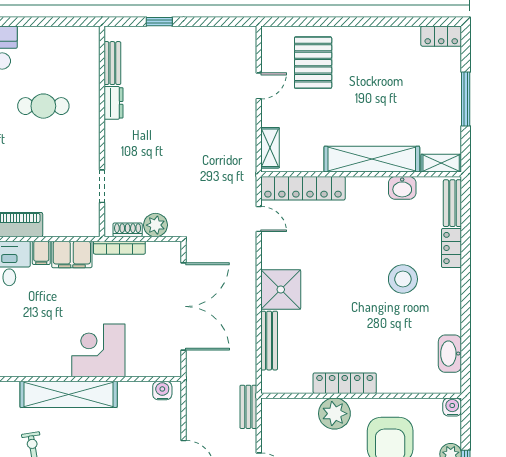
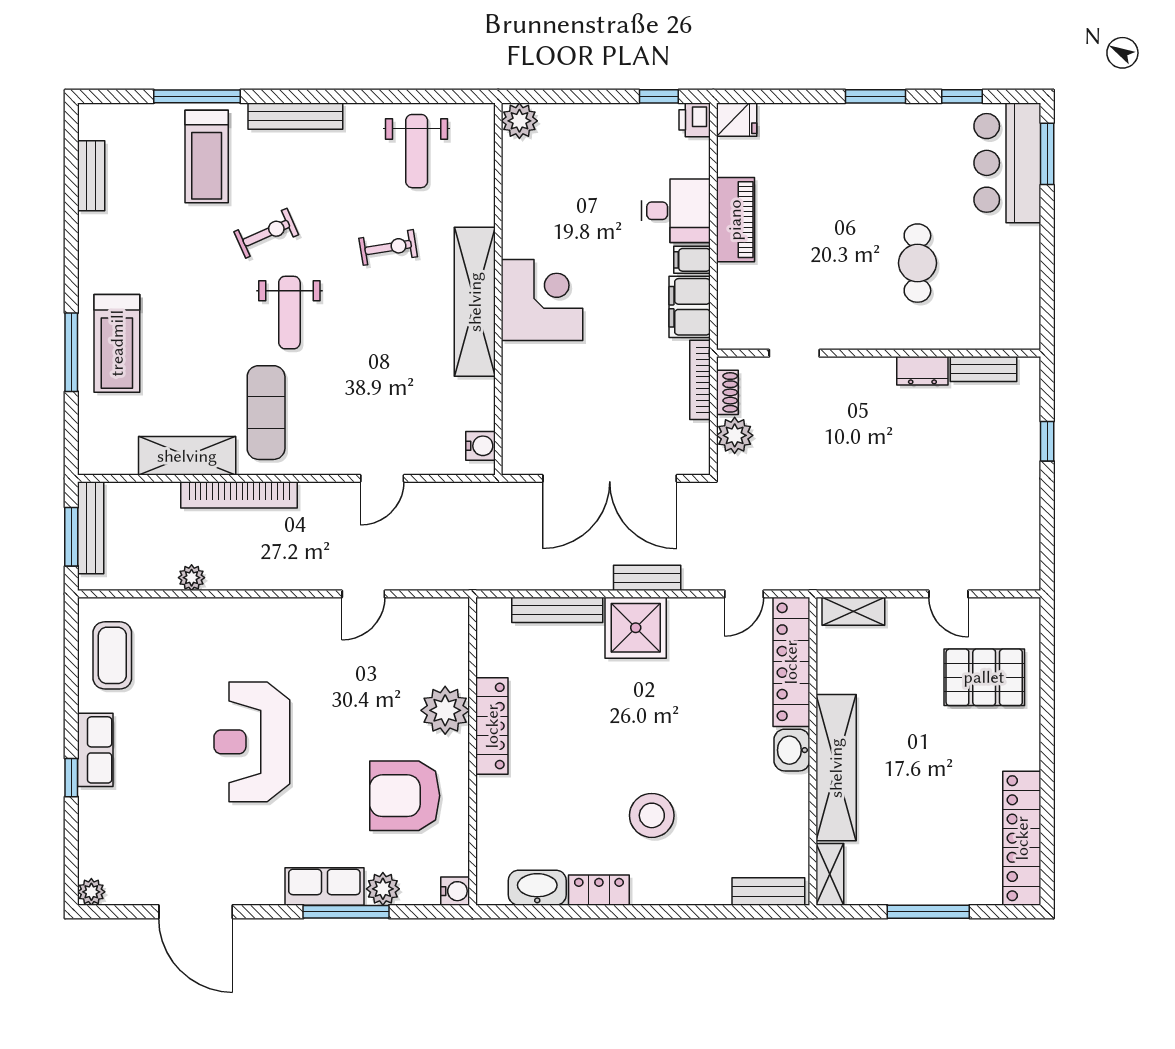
locker: (441, 36) -> (1022, 838), width x2.16, depth x1.21
washbasin: (402, 188) -> (792, 750), moved
locker: (451, 248) -> (599, 890), moved
corner desk: (98, 350) -> (542, 300), moved
bench: (248, 407) -> (647, 578), moved

